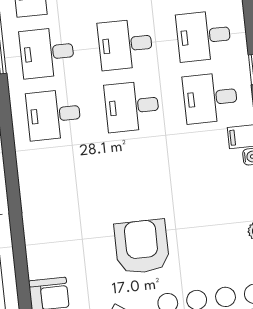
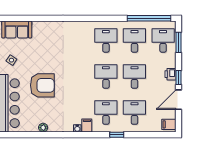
armchair: (142, 247) -> (42, 85), moved

